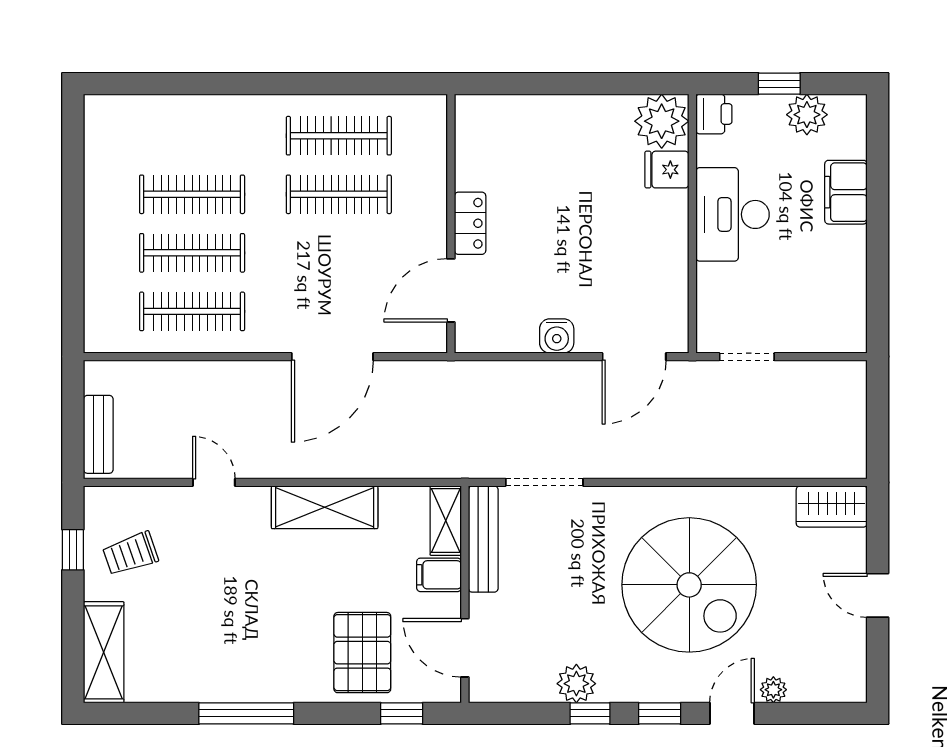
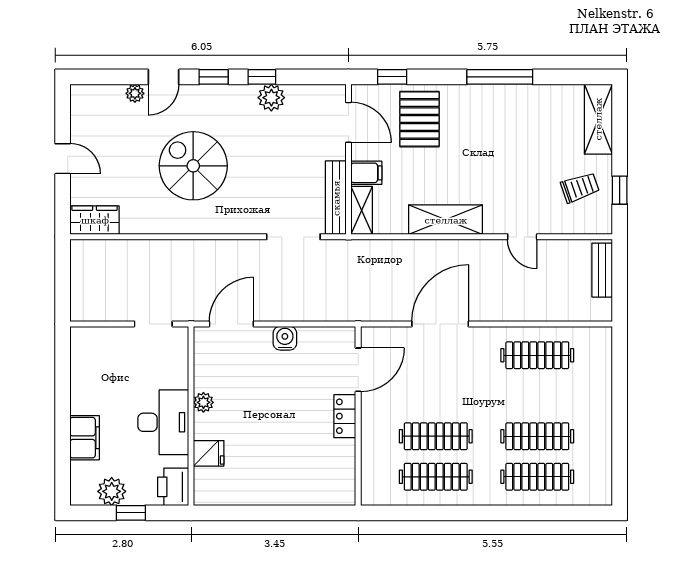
printer: (714, 114) -> (173, 487), width x1.36, depth x1.24
plant: (662, 121) -> (203, 402), moved, width x0.53, depth x0.53
clothes rail: (192, 253) -> (537, 477), moved
spiral stairs: (689, 585) -> (193, 166), width x0.73, depth x0.73

